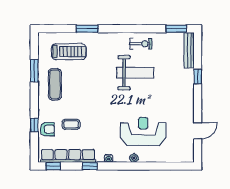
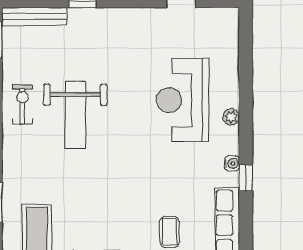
weight bench: (135, 73) -> (75, 115), turned 180
window: (90, 166) -> (246, 178), moved

